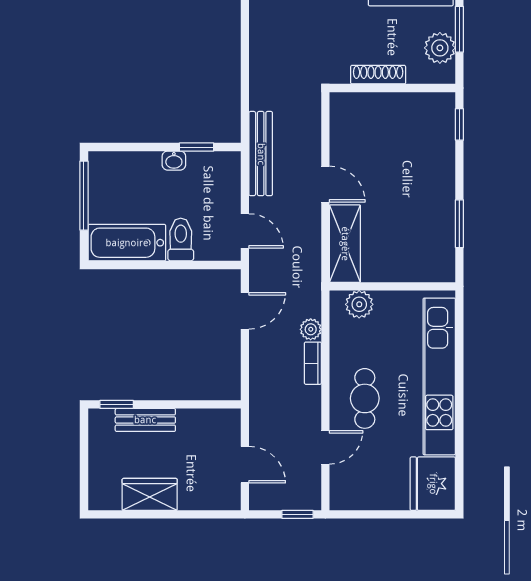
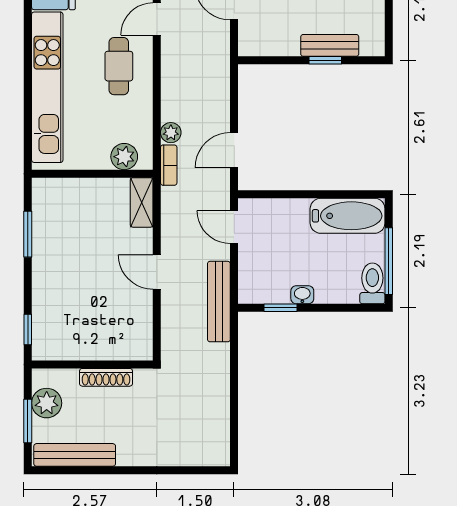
toilet: (181, 240) -> (372, 283), moved, turned 180
shelving: (345, 244) -> (142, 202), width x0.67, depth x0.75
bookcase: (313, 363) -> (169, 165), moved
window: (117, 404) -> (325, 60), moved

